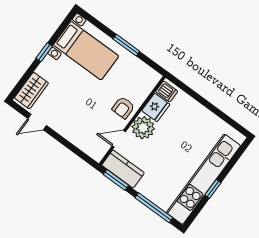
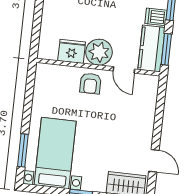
window: (126, 45) -> (23, 150), moved
dishwasher: (167, 91) -> (156, 17), moved, turned -90
armchair: (123, 108) -> (90, 83), turned 90

